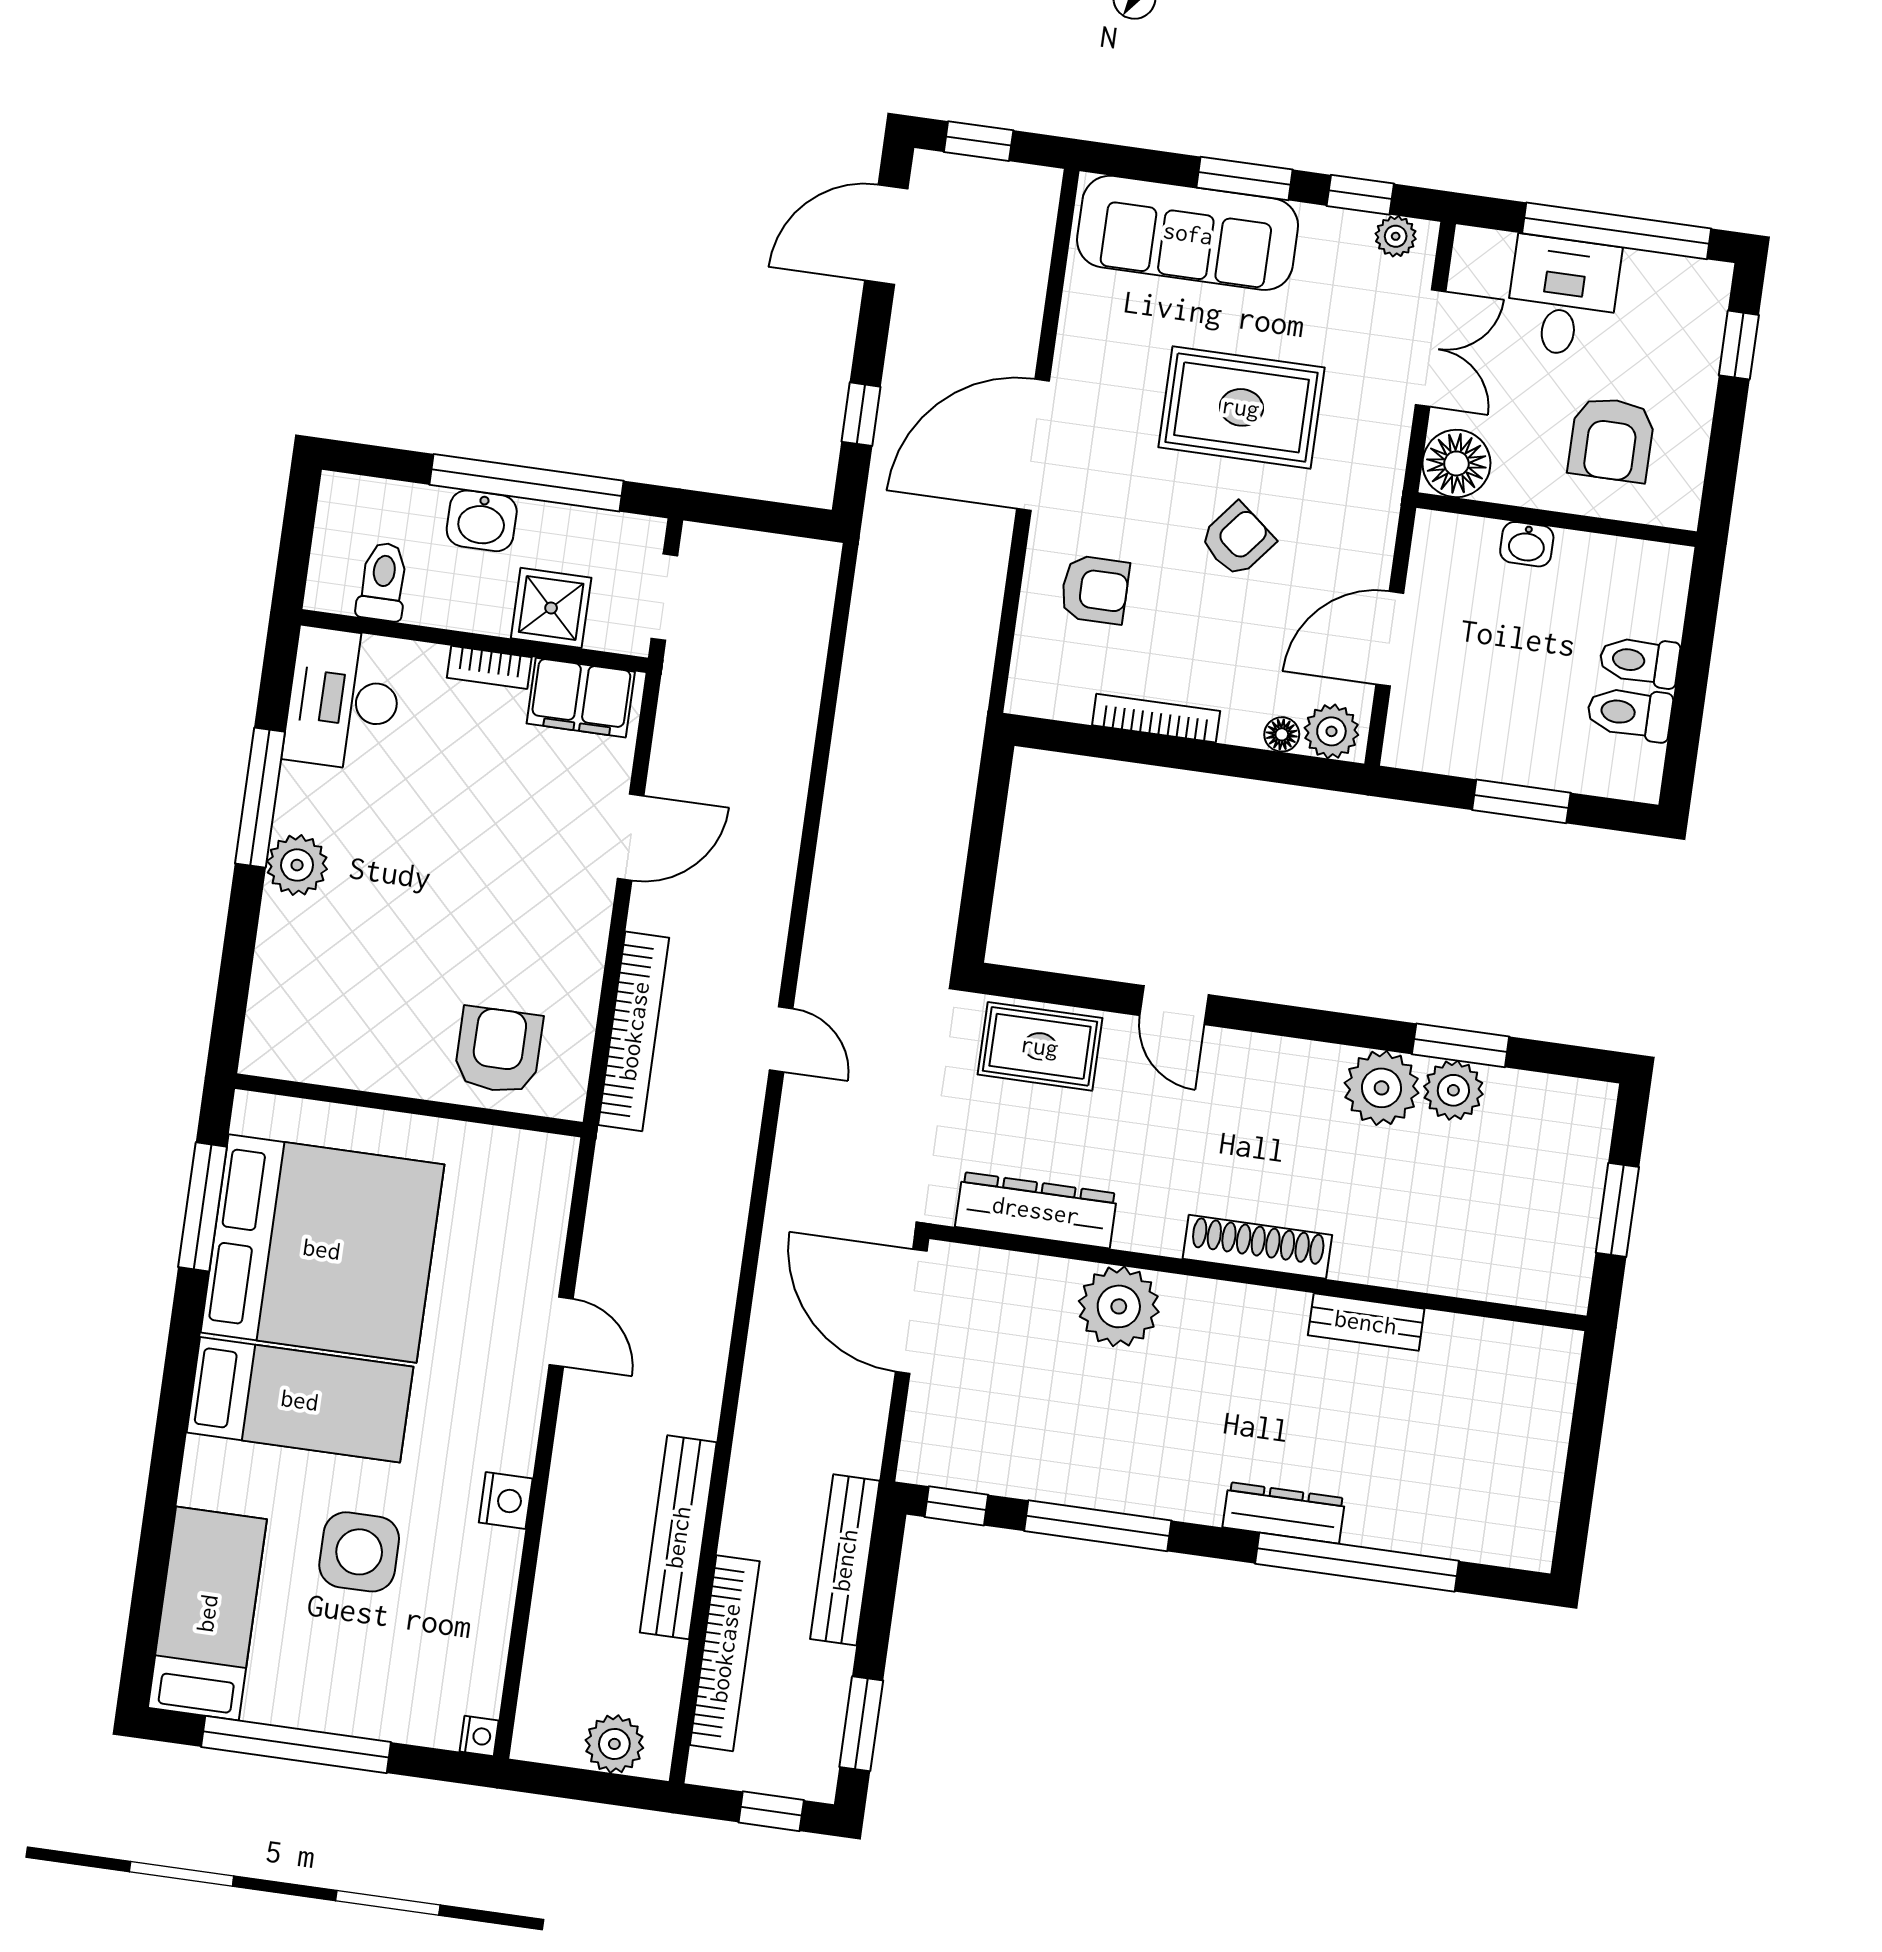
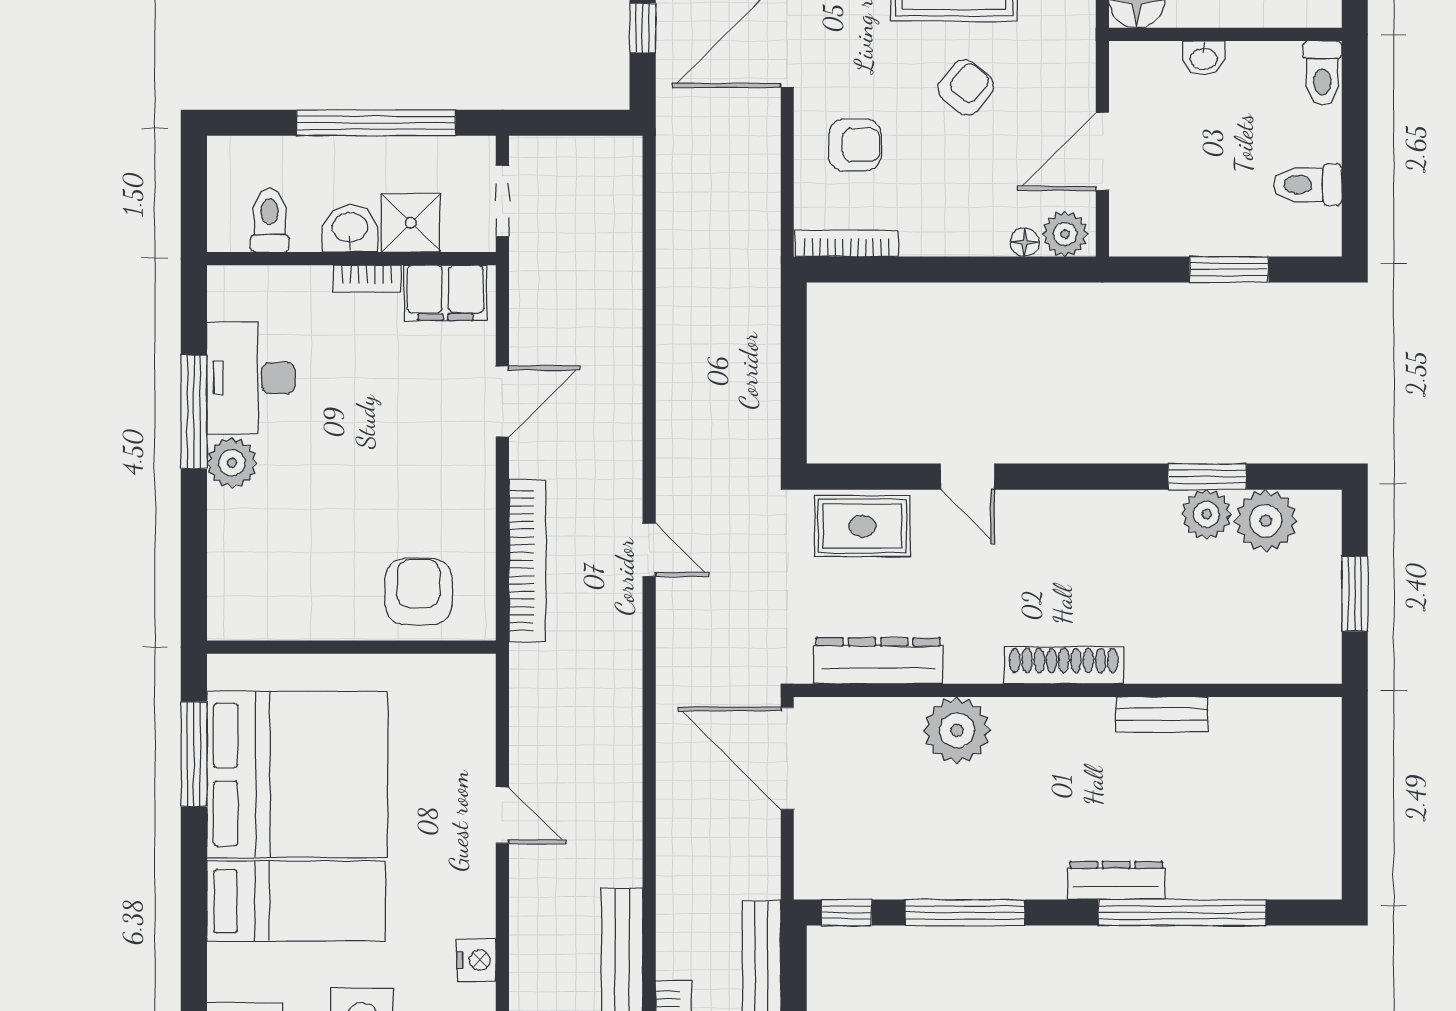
washbasin: (482, 521) -> (350, 229), moved, turned 180
toilet: (1639, 661) -> (1322, 73), moved, turned -90
desk: (344, 699) -> (251, 378), moved
bookcase: (1156, 718) -> (847, 243), moved
plant: (1382, 1088) -> (1266, 521), moved

